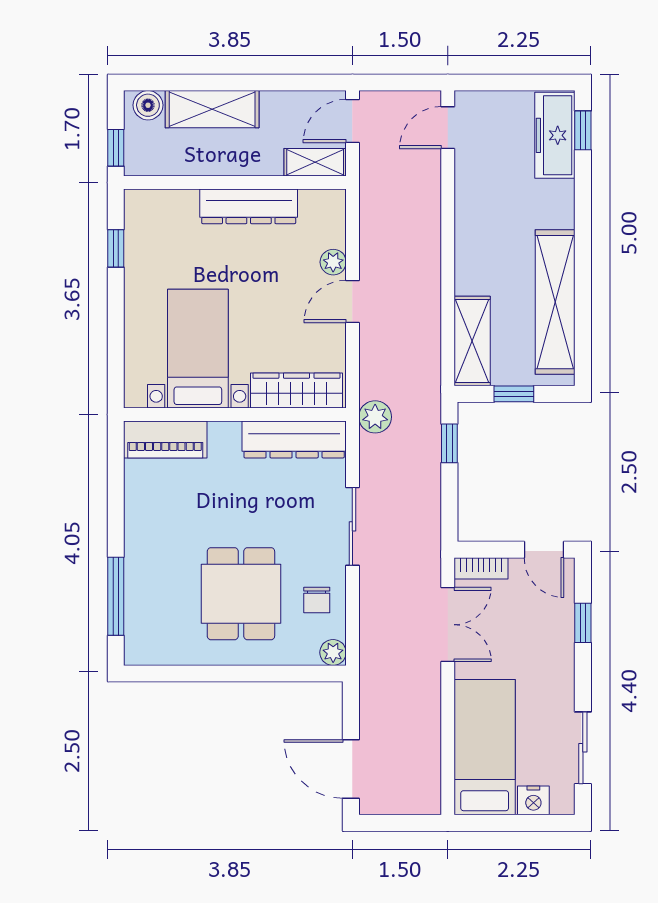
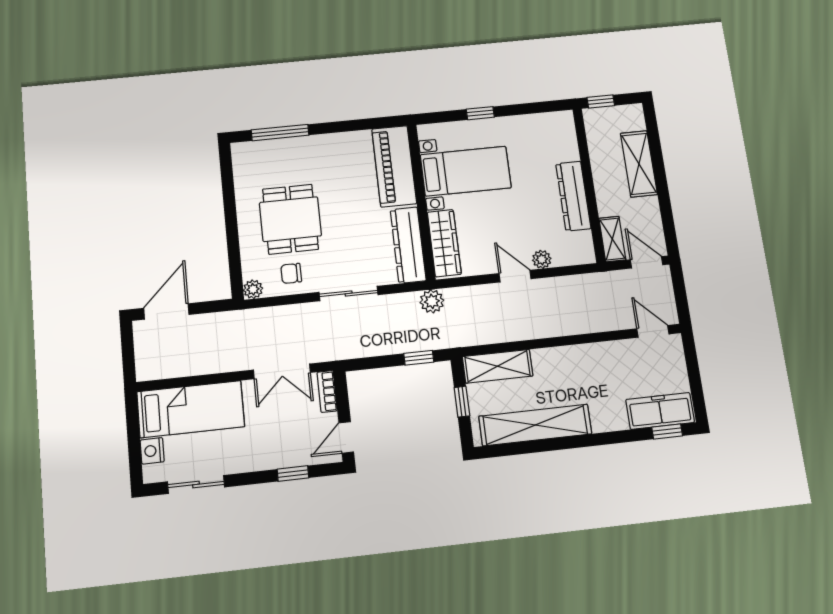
boiler: (148, 105) -> (634, 120), removed
window: (116, 248) -> (480, 113), moved
piano: (165, 439) -> (394, 166), width x1.37, depth x1.33
dining table: (241, 594) -> (290, 219), turned 90

